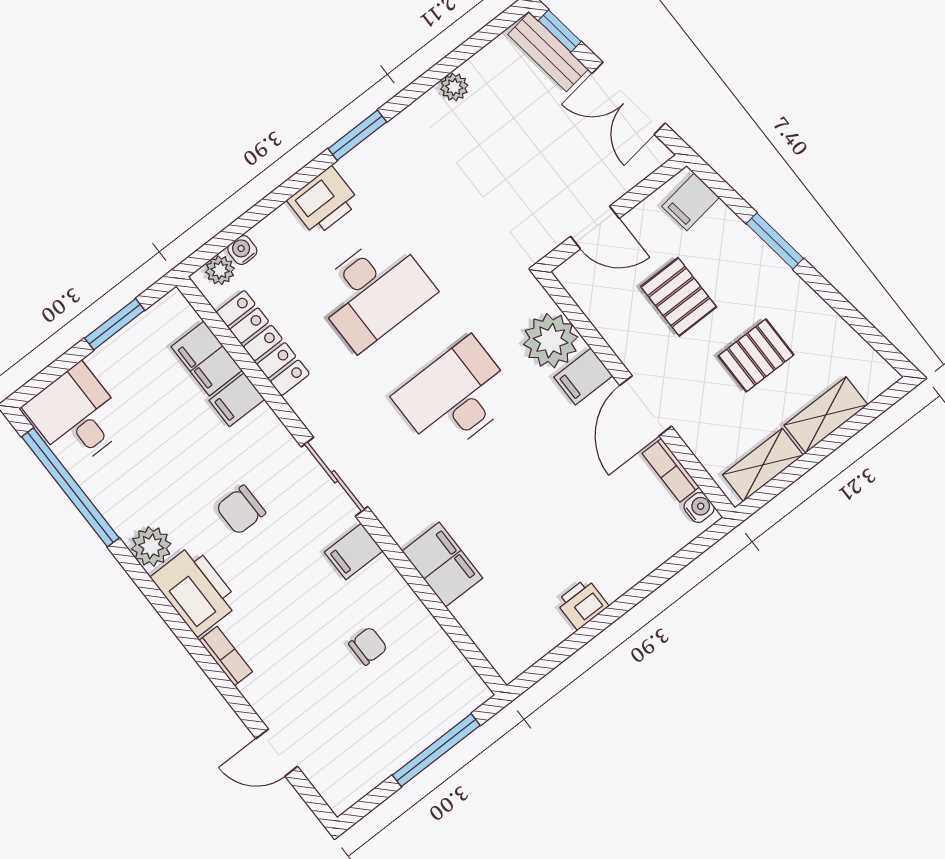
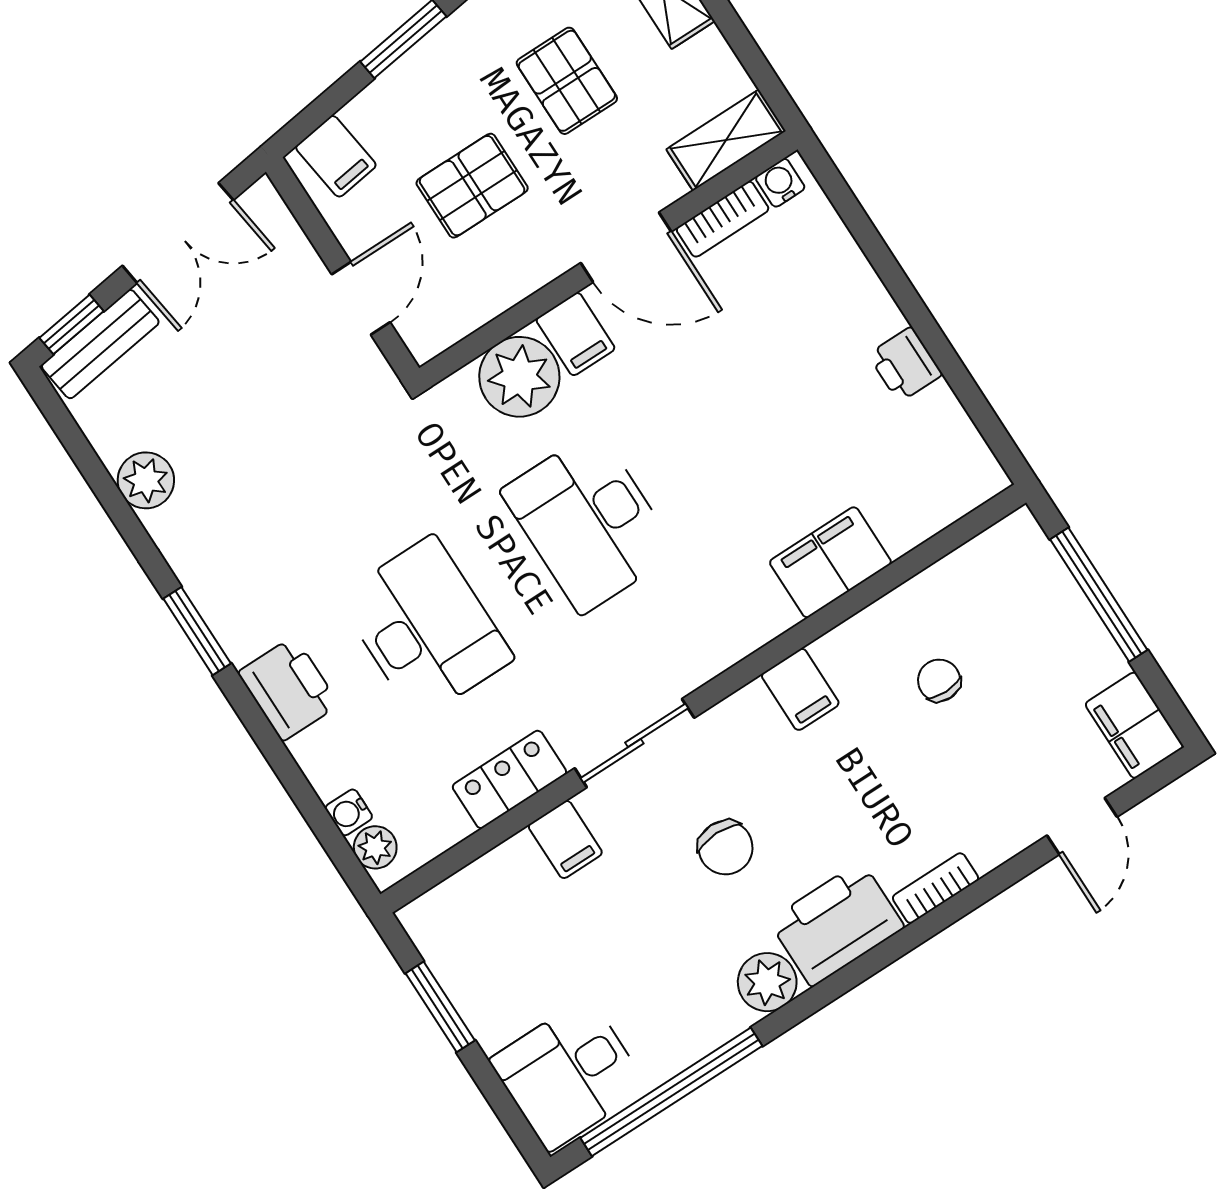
plant: (454, 87) -> (146, 480), width x1.38, depth x1.38
locker: (263, 343) -> (509, 779), width x0.66
filing cabinet: (207, 359) -> (1134, 725), moved, turned 90
shelving: (763, 465) -> (726, 140), moved, turned 90
sliding door: (335, 477) -> (634, 743), moved

